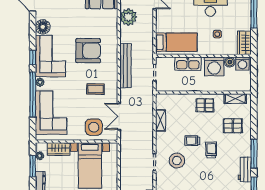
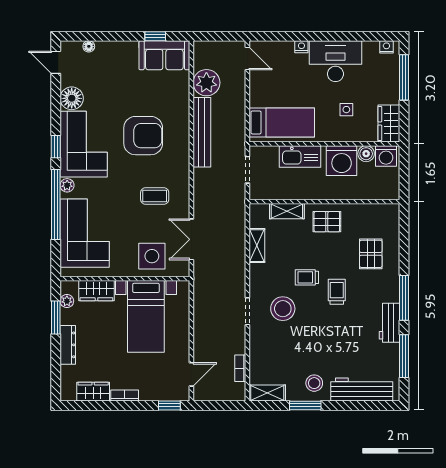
bench: (125, 66) -> (202, 132), moved
shelving: (235, 99) -> (287, 211), moved
pallet: (233, 126) -> (371, 254), turned 90

